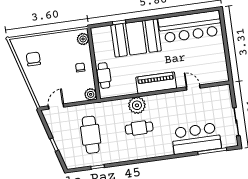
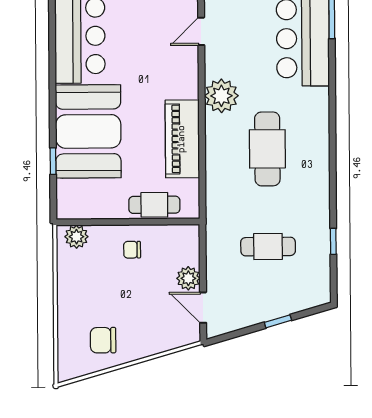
piano: (156, 83) -> (182, 139), moved
plant: (91, 94) -> (188, 278), moved
plant: (137, 105) -> (221, 96), moved
cafe table: (139, 128) -> (267, 149), width x1.37, depth x1.35
cafe table: (91, 135) -> (268, 247), width x0.73, depth x0.74

